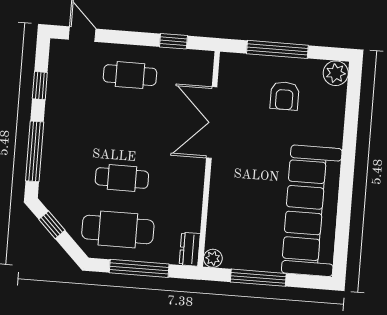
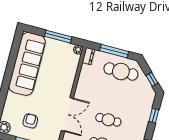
window: (35, 151) -> (154, 116), width x0.46
cafe table: (122, 178) -> (108, 120), moved

